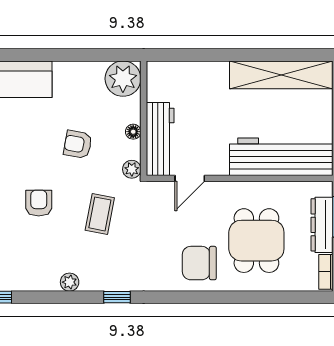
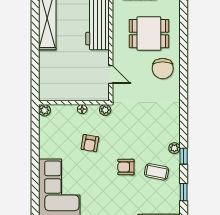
plant: (123, 79) -> (44, 110), width x0.53, depth x0.53
workbench: (160, 139) -> (87, 93), removed
coffee table: (100, 214) -> (157, 172), moved
window: (117, 297) -> (184, 156), moved

